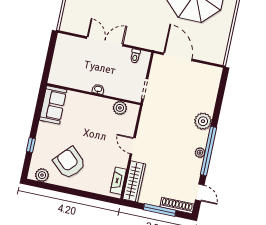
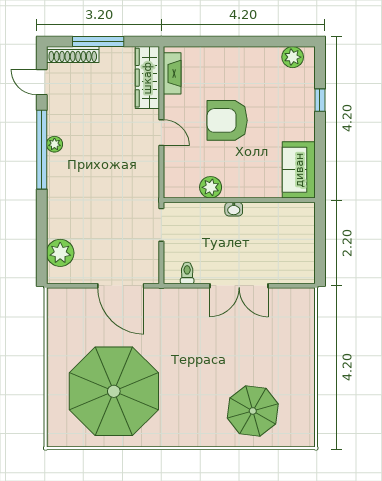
plant: (120, 108) -> (211, 187), moved
plant: (203, 121) -> (60, 253), moved
armchair: (69, 163) -> (227, 120), moved, turned 137

